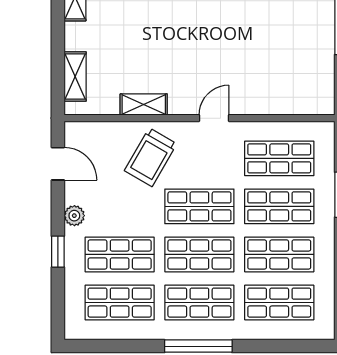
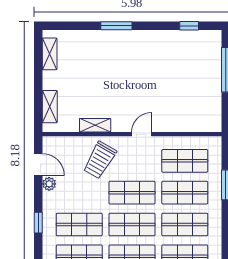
plant: (74, 216) -> (49, 184), moved

